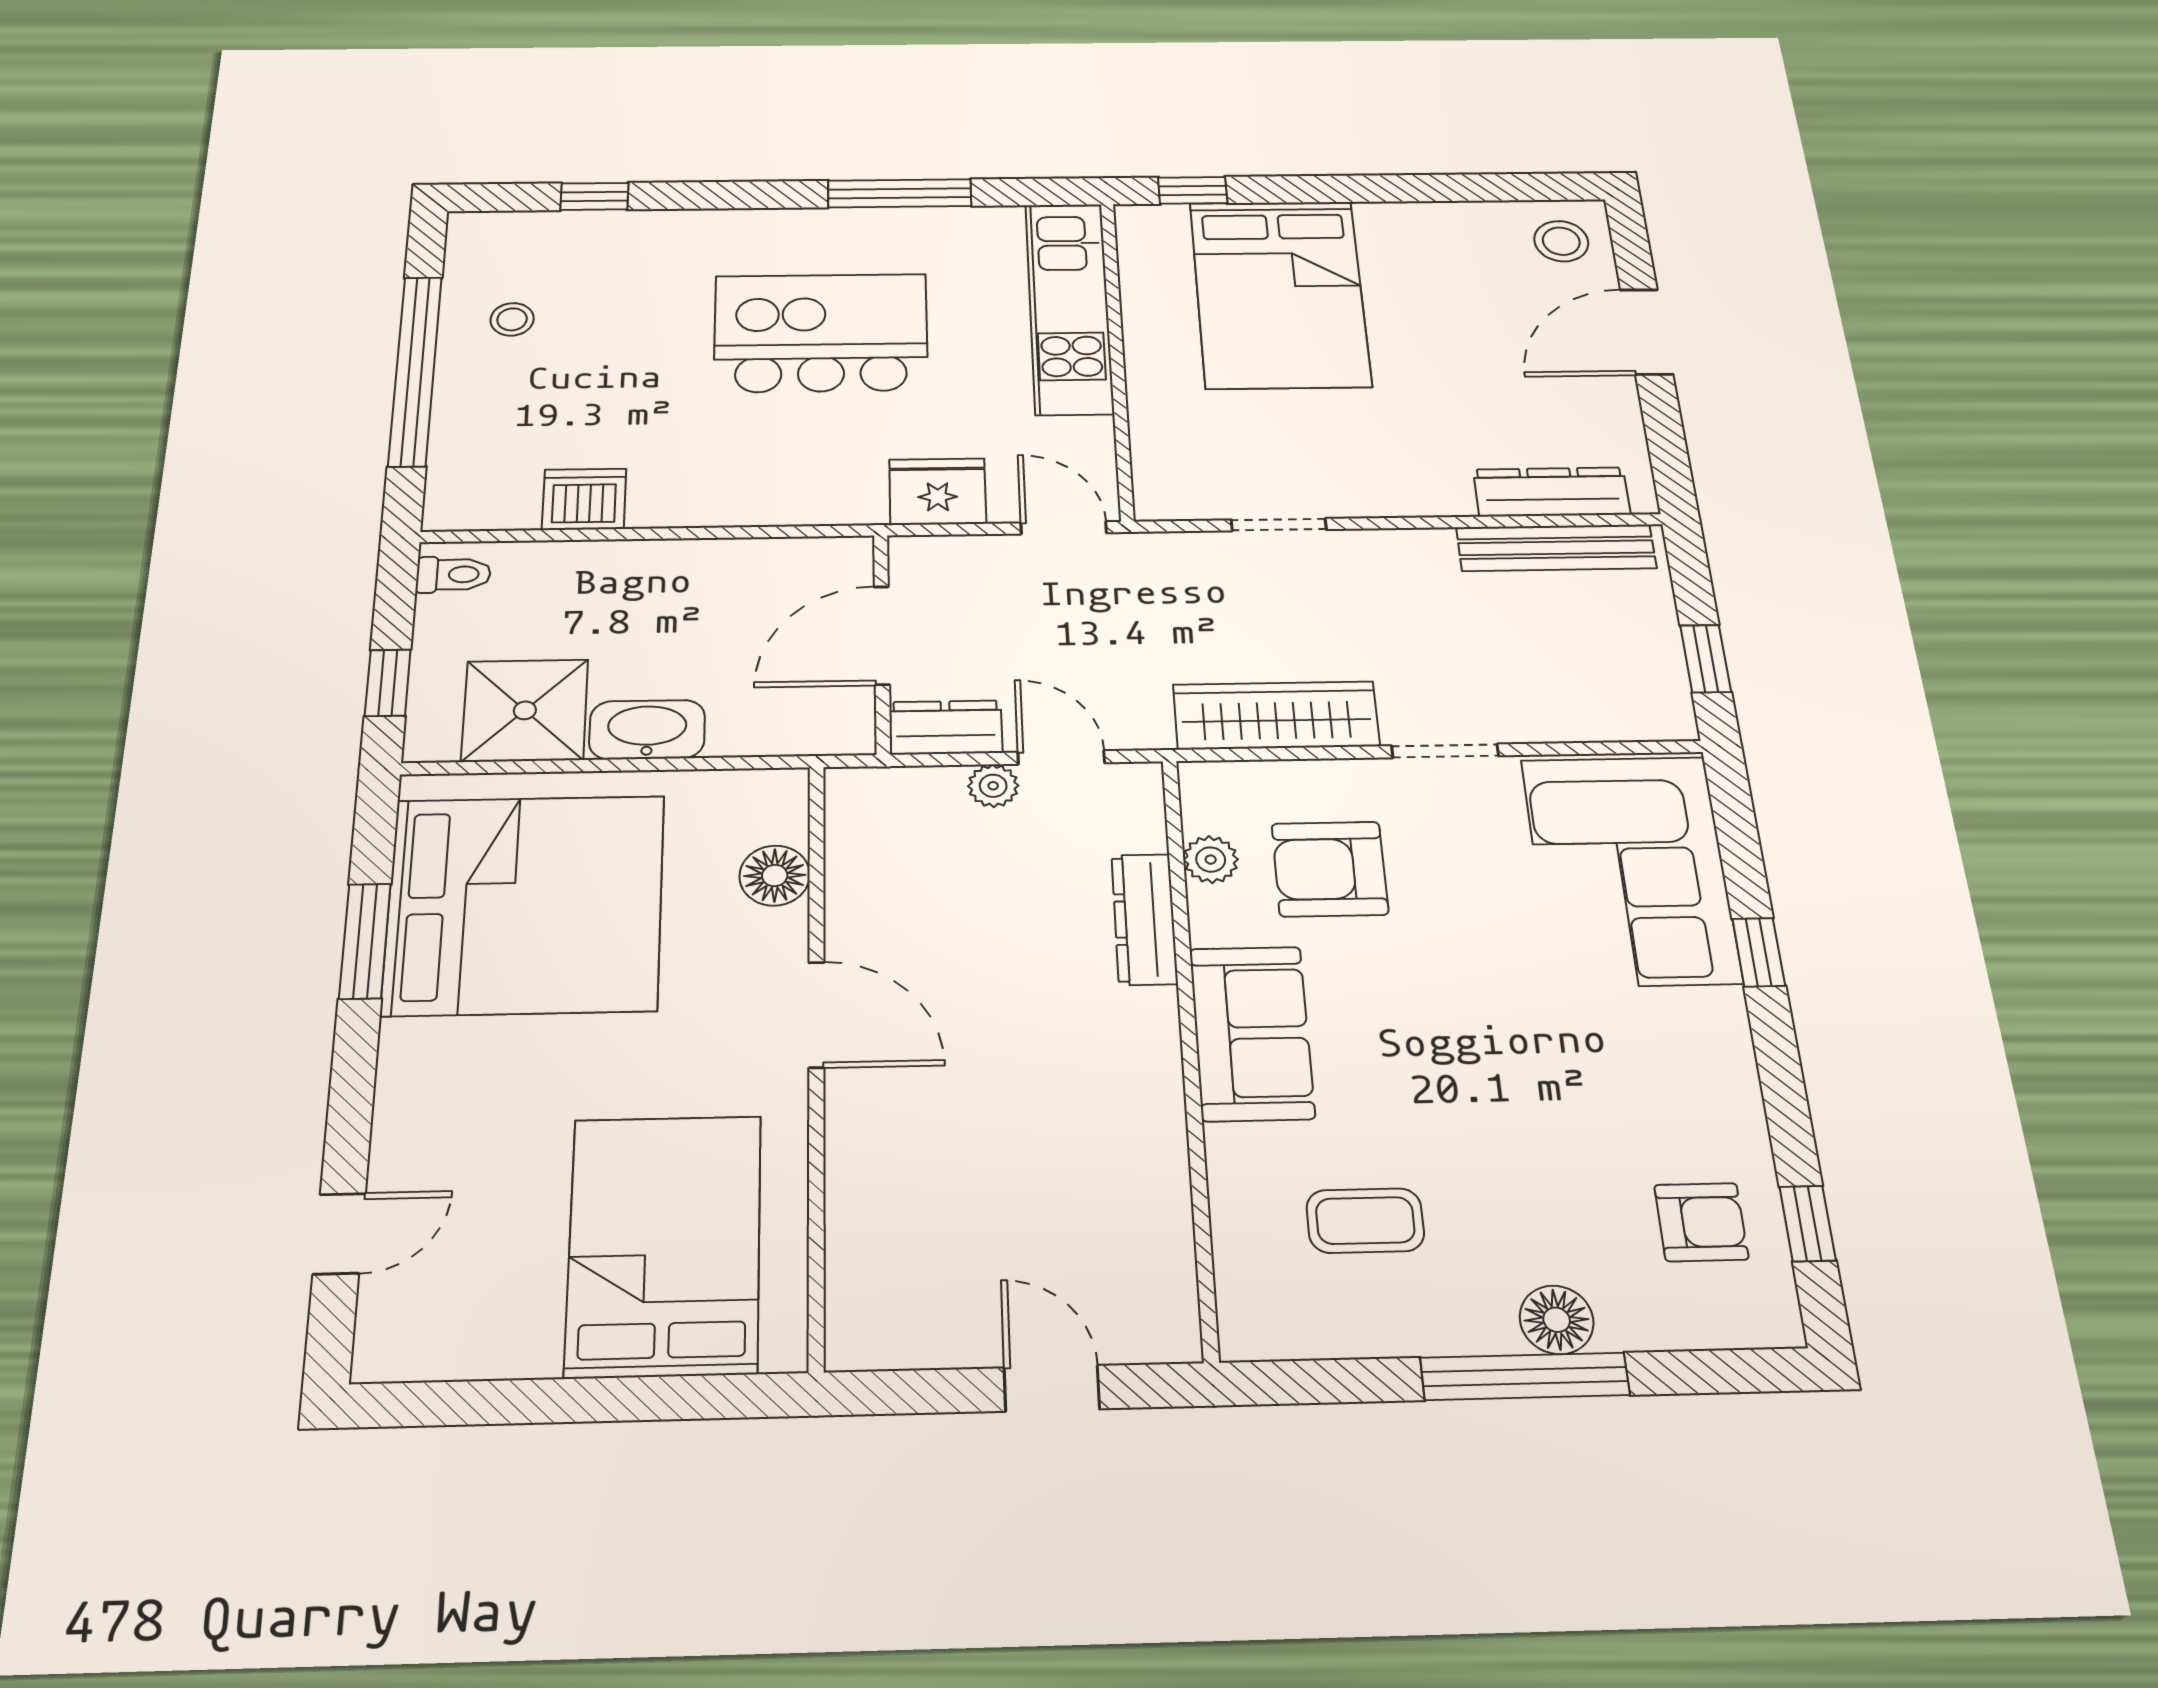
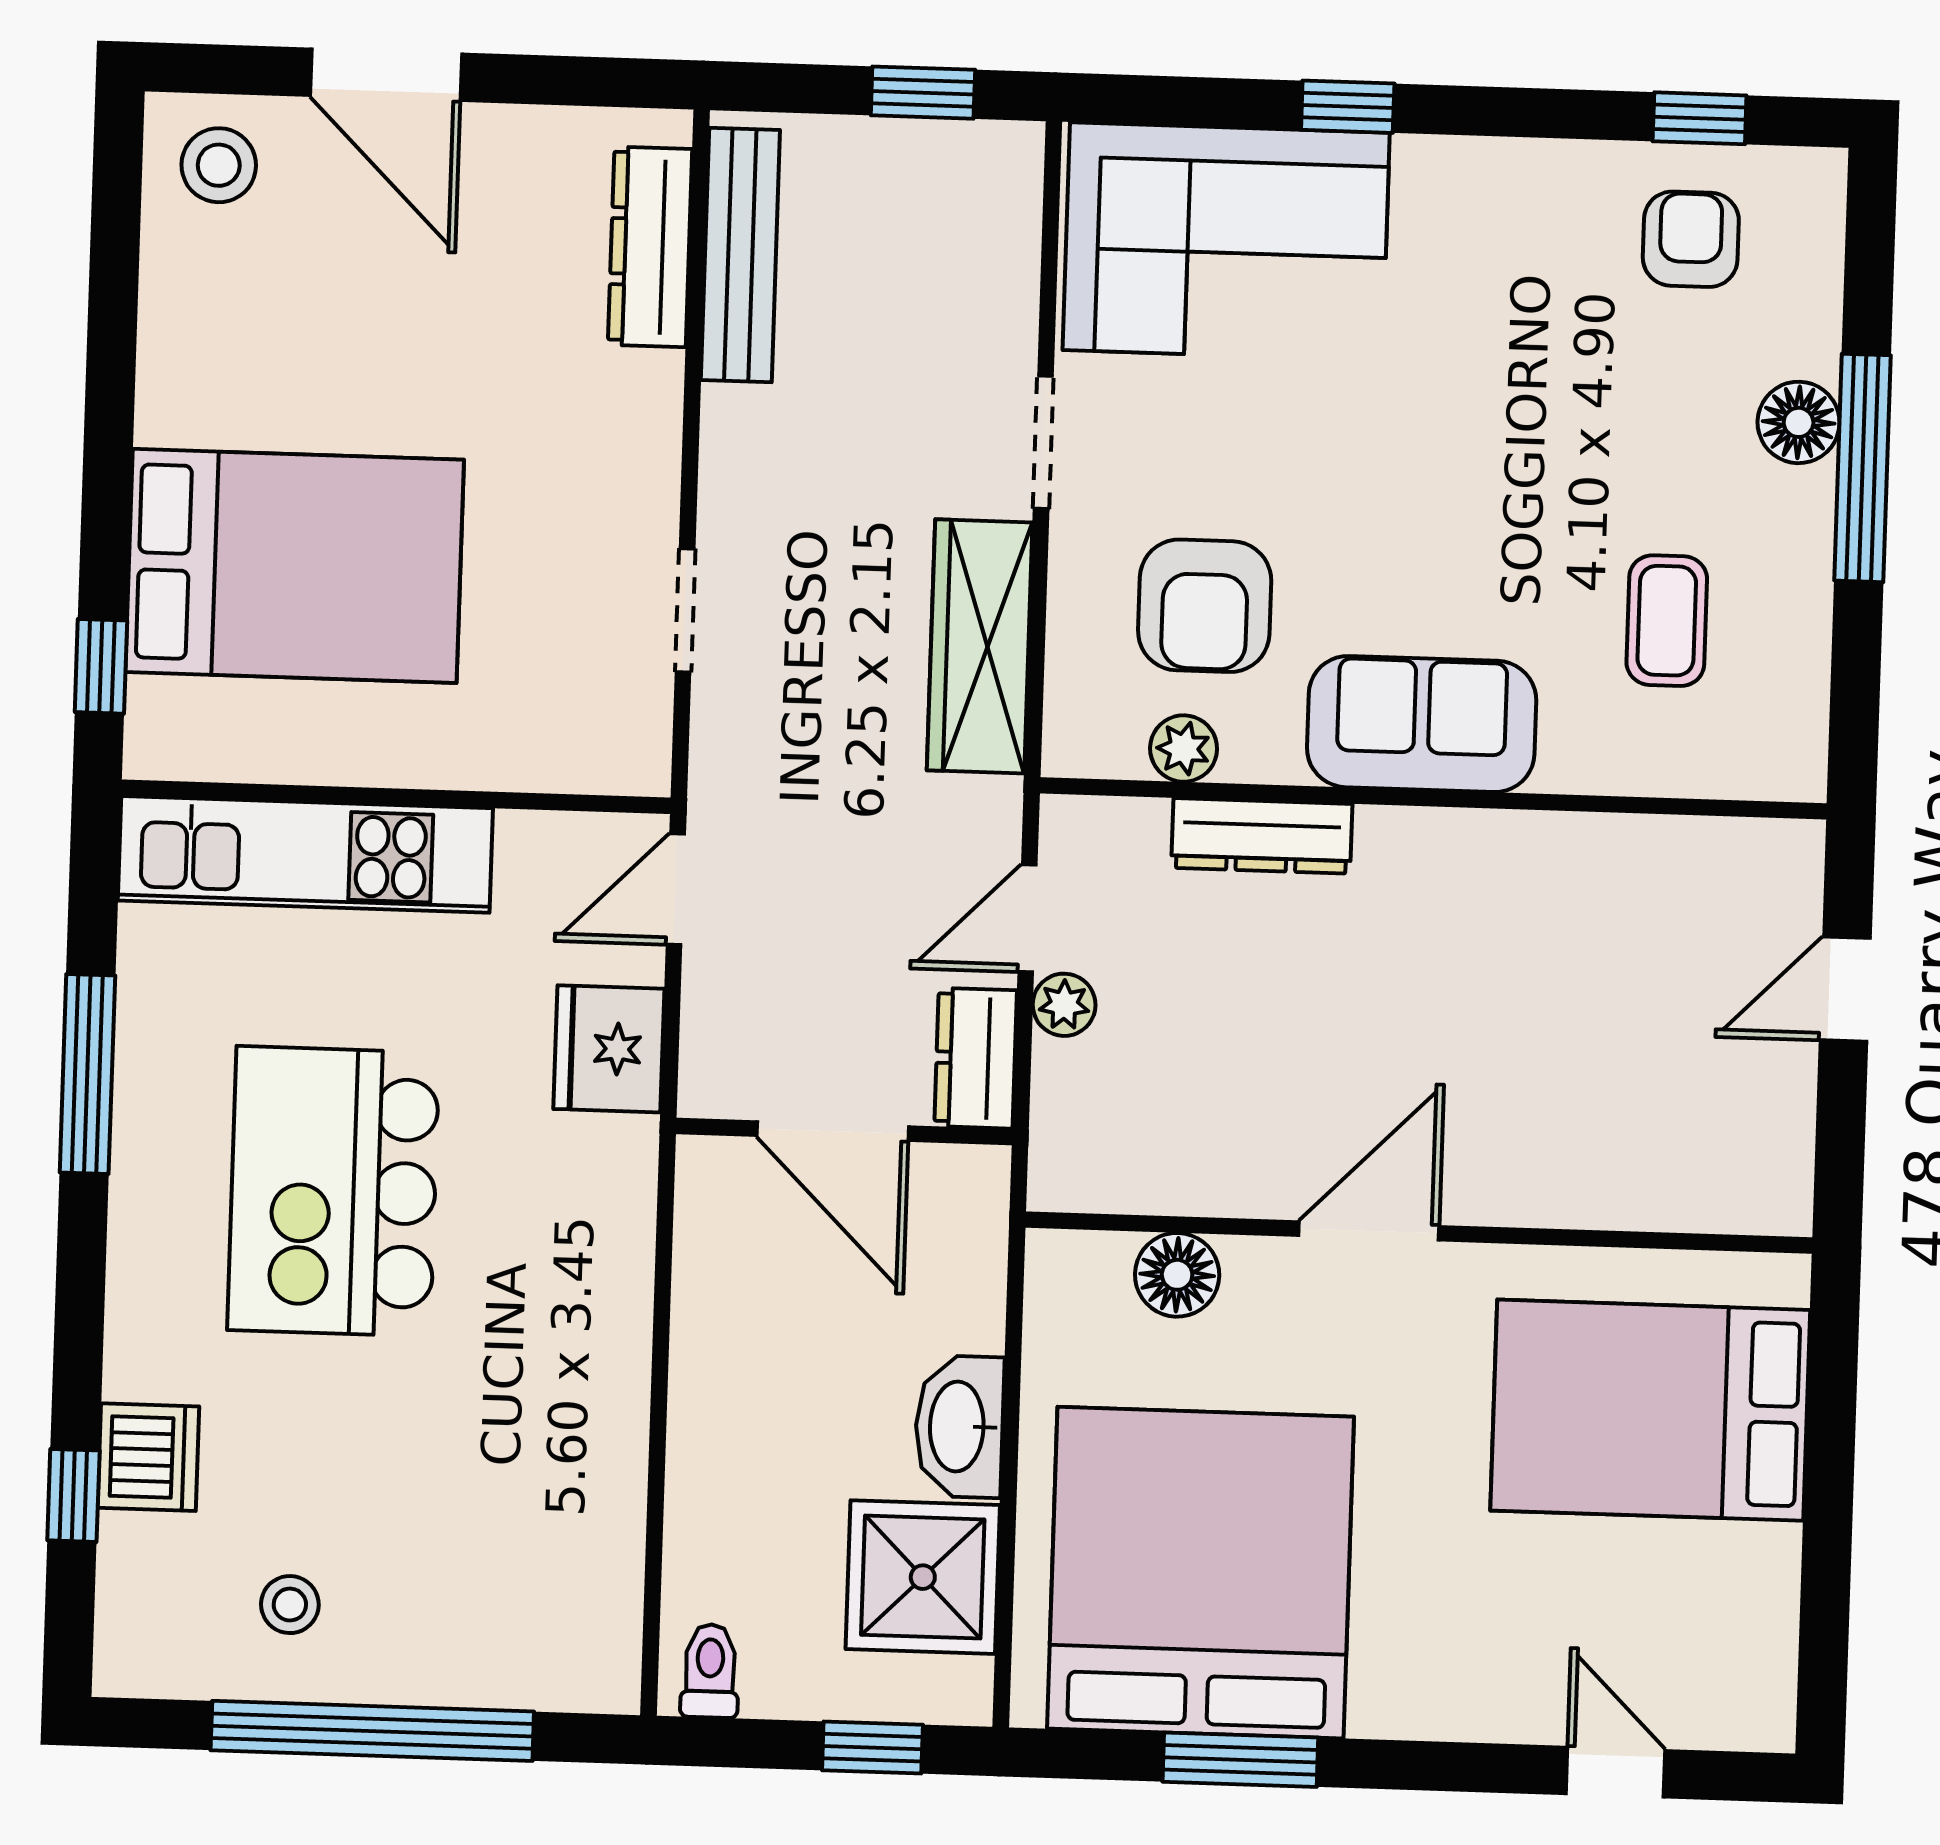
dishwasher: (584, 499) -> (148, 1457), moved, turned 180

